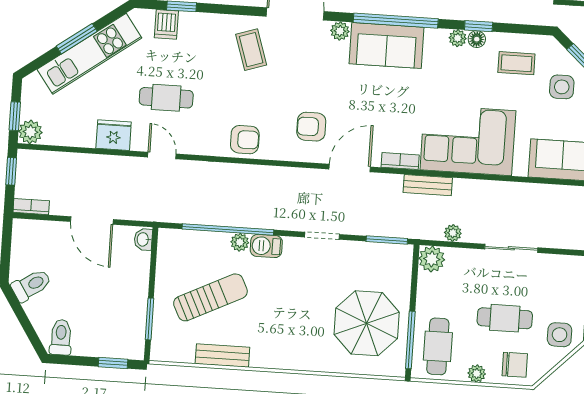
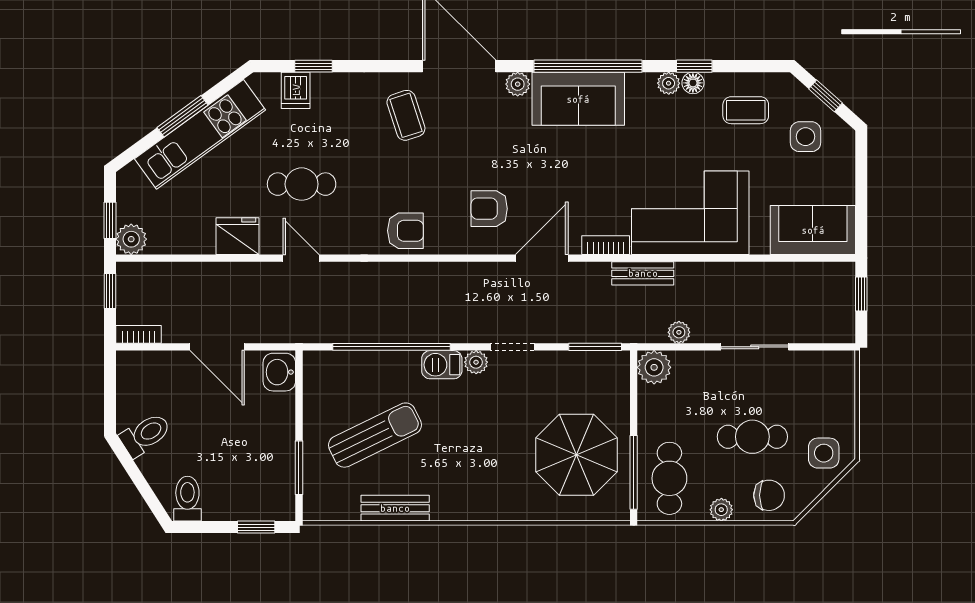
washbasin: (143, 239) -> (279, 372), width x1.38, depth x1.45
plant: (240, 242) -> (476, 362), moved

